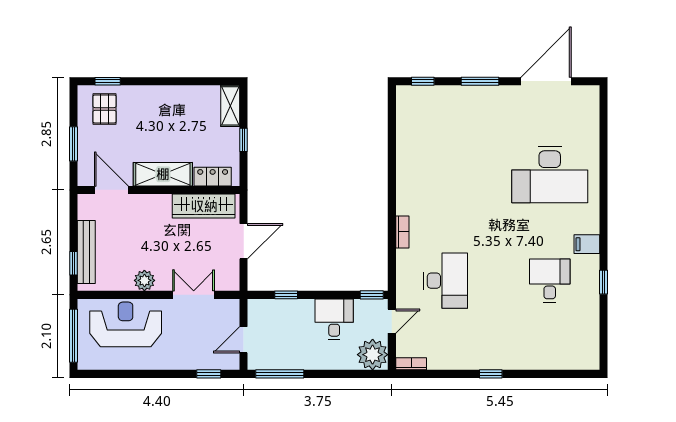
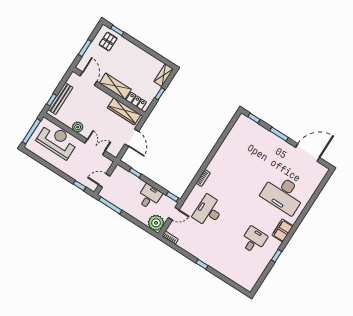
door: (244, 241) -> (132, 138), hinge flipped
filing cabinet: (587, 244) -> (283, 231), width x2.00
desk: (446, 281) -> (208, 211), turned 180

